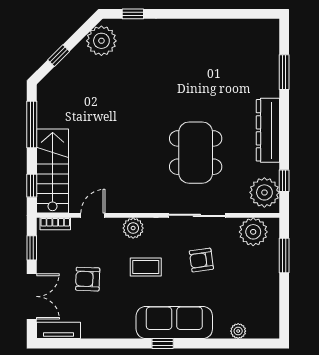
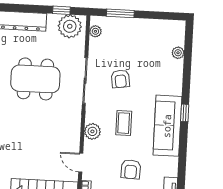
plant: (253, 232) -> (95, 31), width x0.53, depth x0.53
sofa: (174, 322) -> (167, 126), moved

